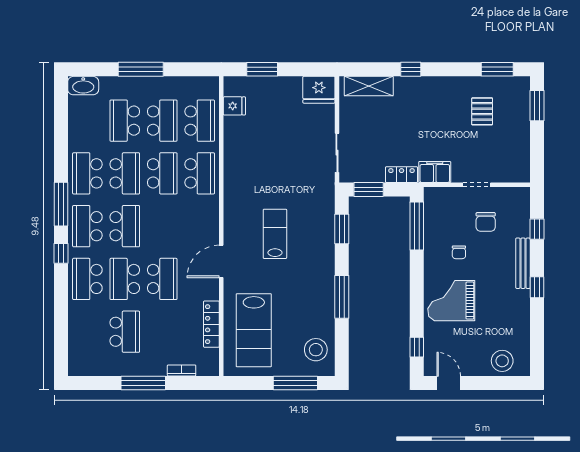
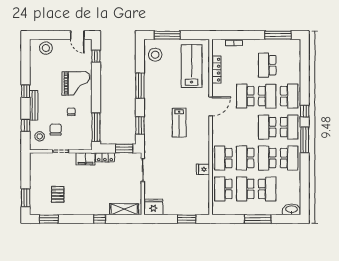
fridge: (234, 106) -> (203, 169), moved
stool: (513, 210) -> (40, 136), added
window: (143, 383) -> (278, 35), moved

